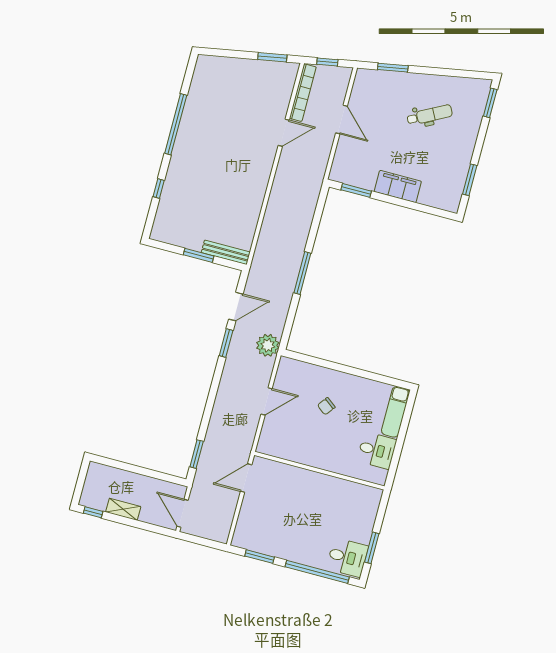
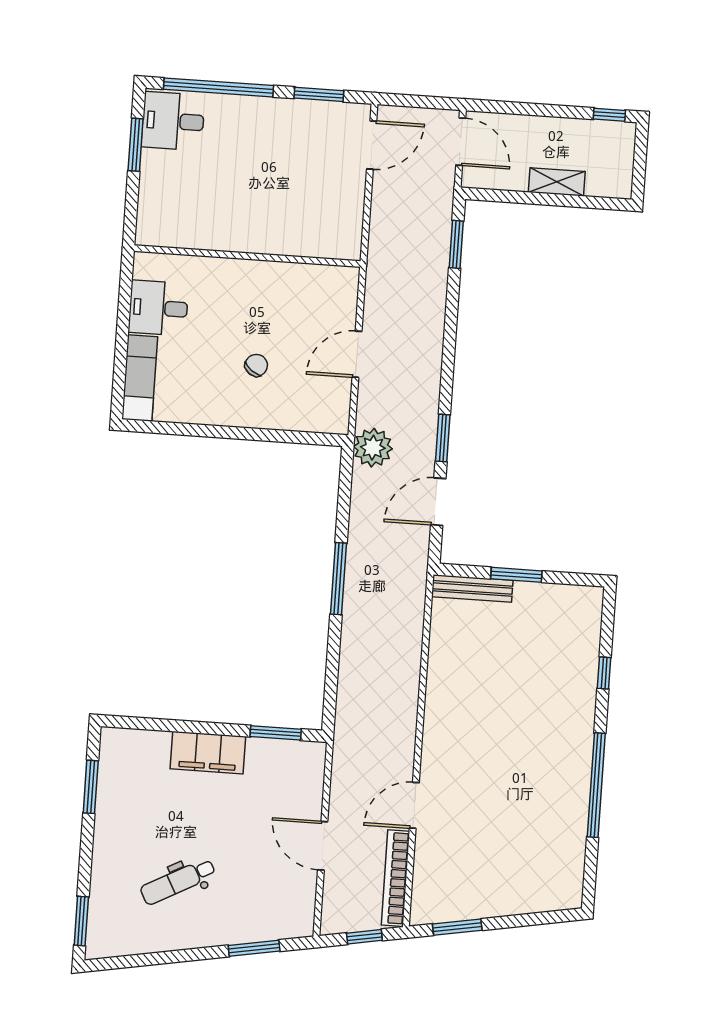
door: (246, 478) -> (372, 145), moved
shelving: (123, 509) -> (557, 182), moved

